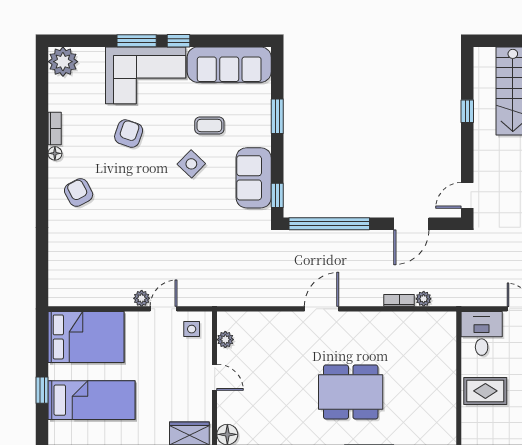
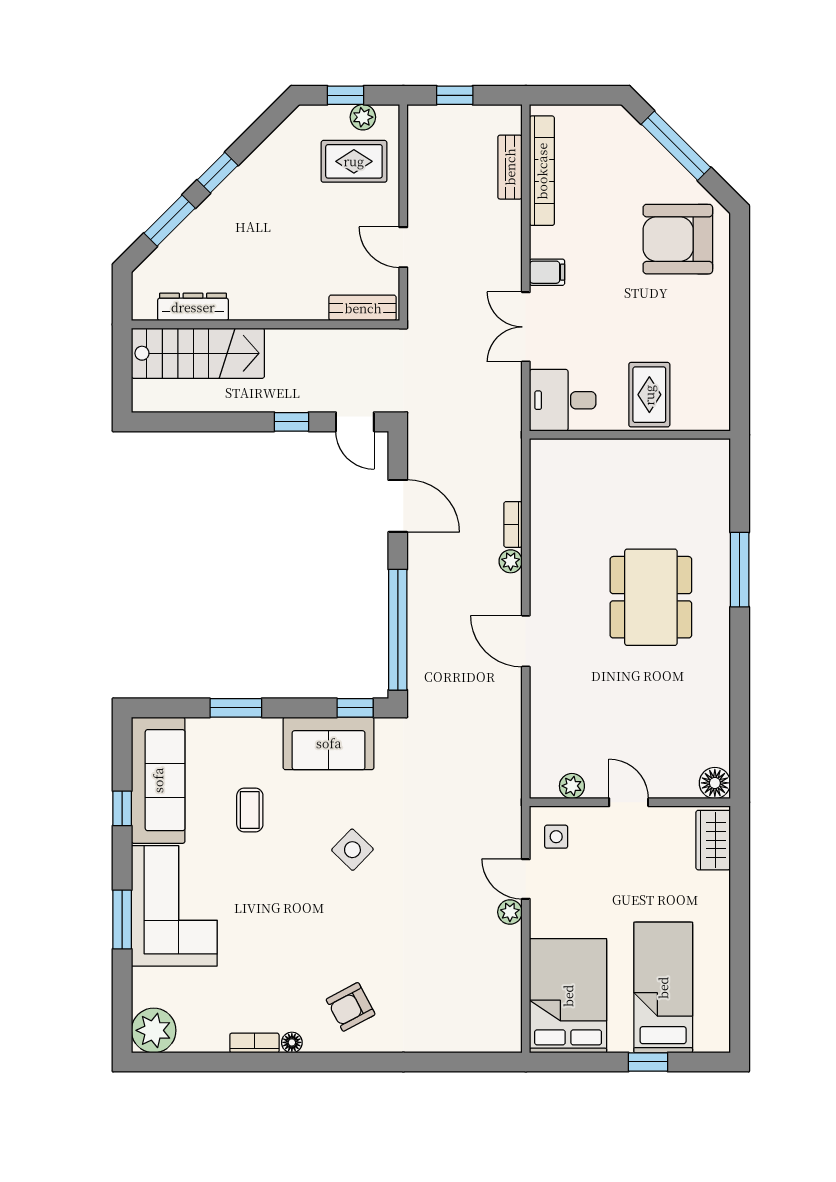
window: (179, 41) -> (122, 808), moved
window: (467, 111) -> (291, 422), moved
armchair: (129, 134) -> (262, 932), removed
side table: (191, 164) -> (352, 850), moved
plant: (424, 299) -> (511, 561), moved
door: (215, 377) -> (629, 802), hinge flipped

